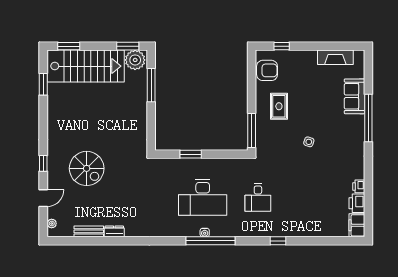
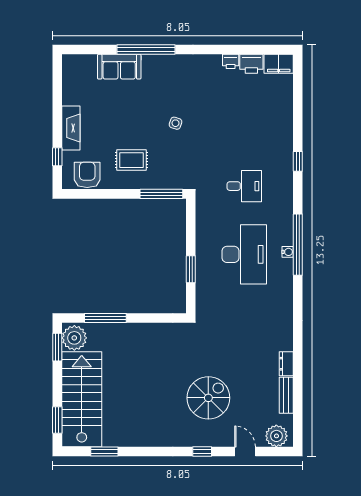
fireplace: (335, 57) -> (71, 128), moved
plant: (52, 224) -> (276, 436), width x1.88, depth x1.88

